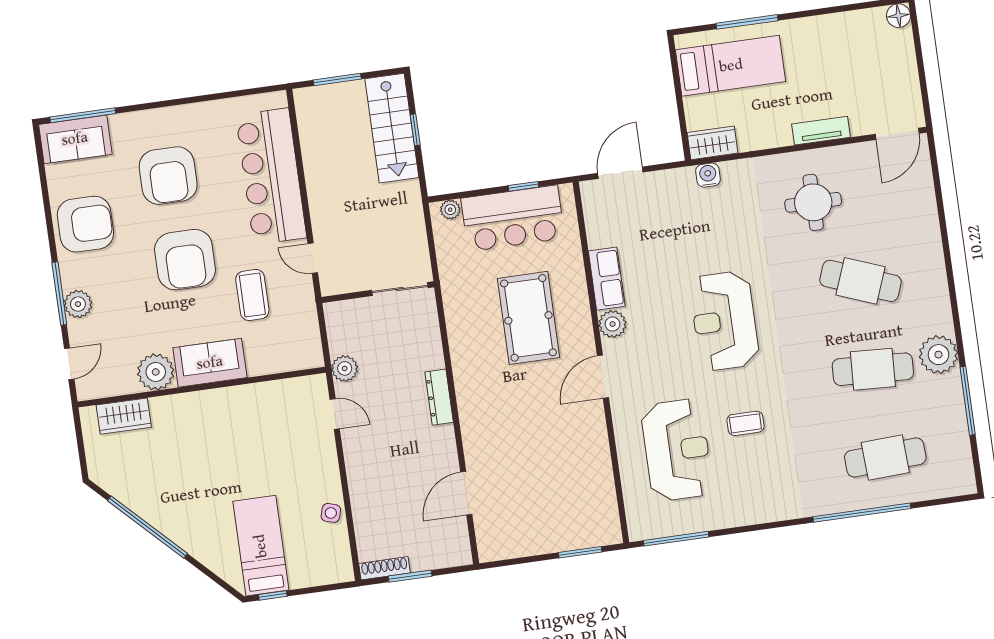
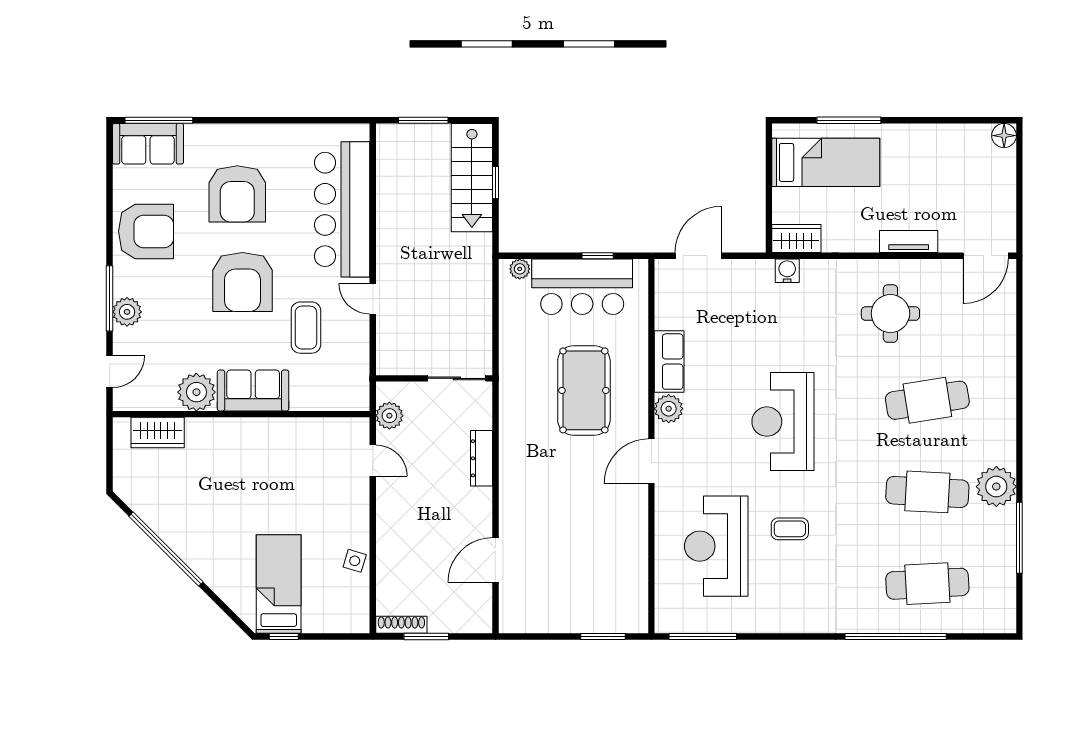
cafe table: (860, 281) -> (927, 400), turned -30
sliding door: (400, 289) -> (457, 378), moved
wall: (378, 292) -> (434, 378), moved
reception desk: (677, 450) -> (716, 546), turned 180

